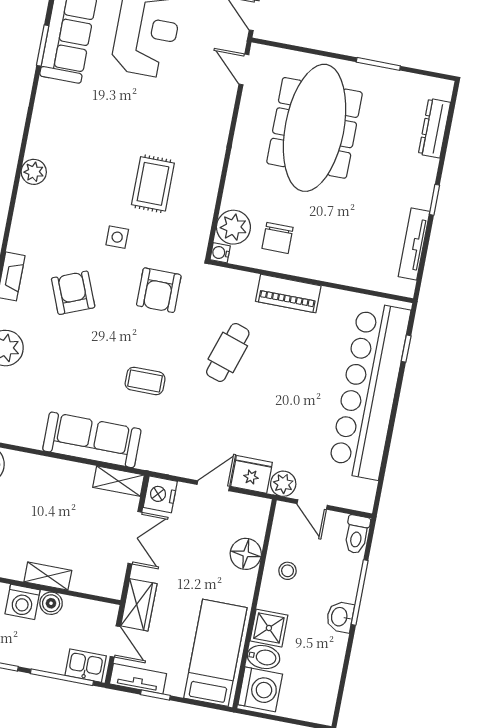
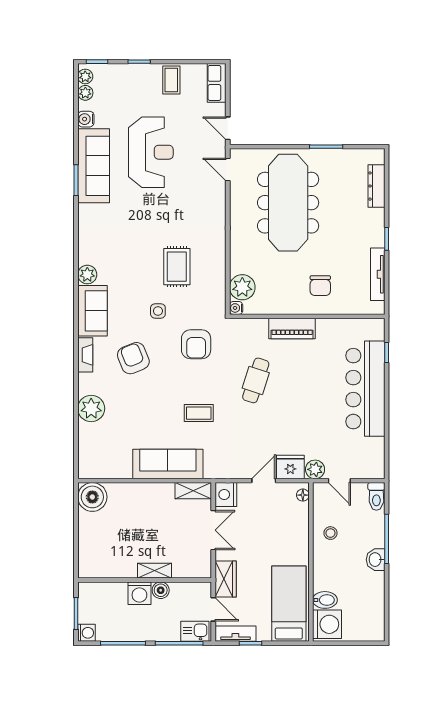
sofa: (32, 221) -> (92, 311), added
chair: (278, 238) -> (320, 286), moved
bar counter: (369, 390) -> (365, 389), width x0.73
floor lamp: (246, 554) -> (303, 495), moved, width x0.53, depth x0.53
shower: (269, 628) -> (325, 578), removed

